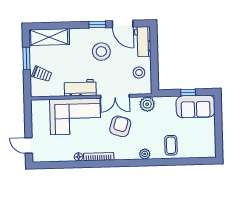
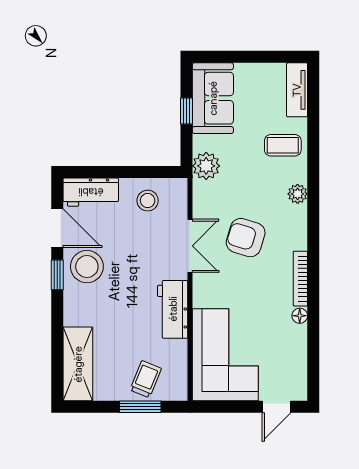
door: (123, 24) -> (57, 228), hinge flipped
stool: (101, 52) -> (87, 267), moved
window: (26, 58) -> (140, 407), moved
plant: (147, 104) -> (206, 166), moved
corner sofa: (75, 116) -> (225, 355), moved
tv unit: (201, 152) -> (297, 90), added

